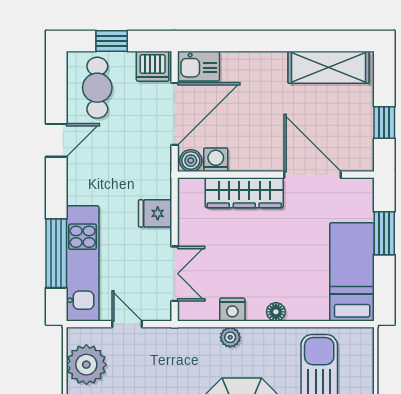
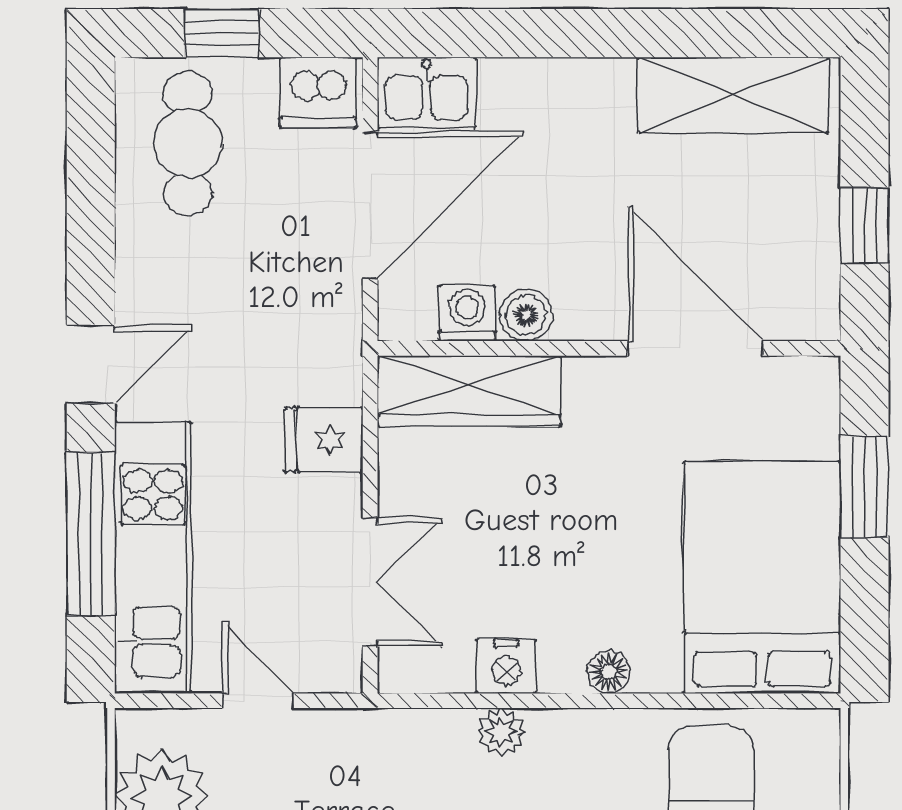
door: (56, 140) -> (91, 364), moved
boiler: (191, 161) -> (526, 315), moved
wardrobe: (244, 193) -> (469, 391), moved
bed: (352, 272) -> (762, 577), width x1.50

